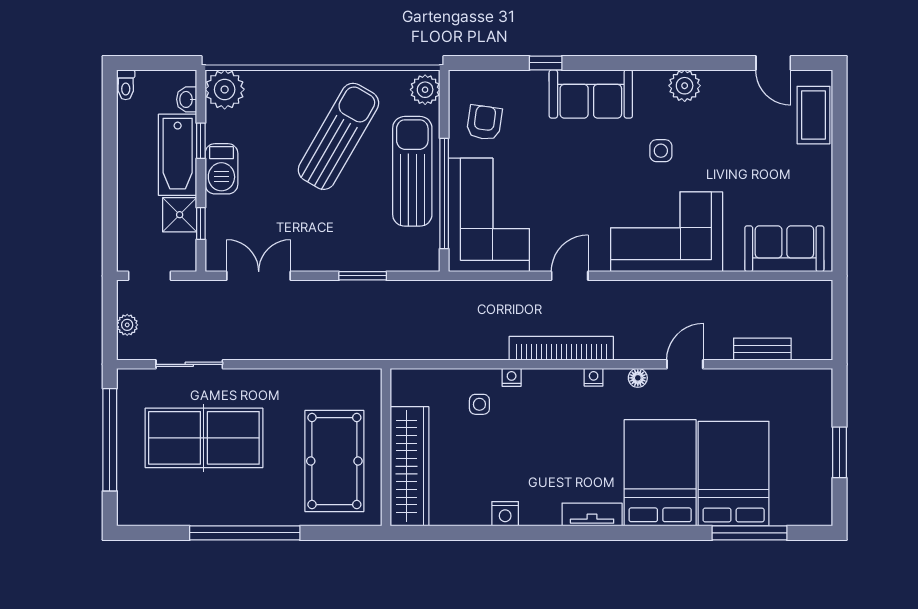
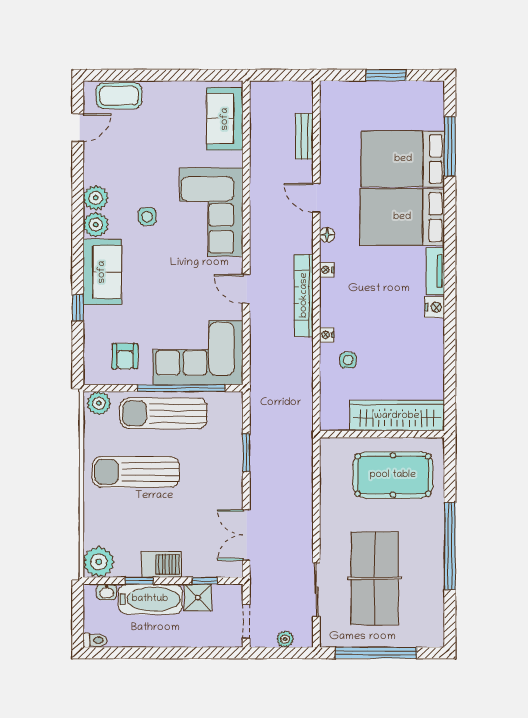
plant: (651, 86) -> (96, 225), added
armchair: (484, 123) -> (125, 356), turned -98
sun lounger: (338, 136) -> (136, 472), turned -30
nightstand: (505, 514) -> (435, 307), moved

